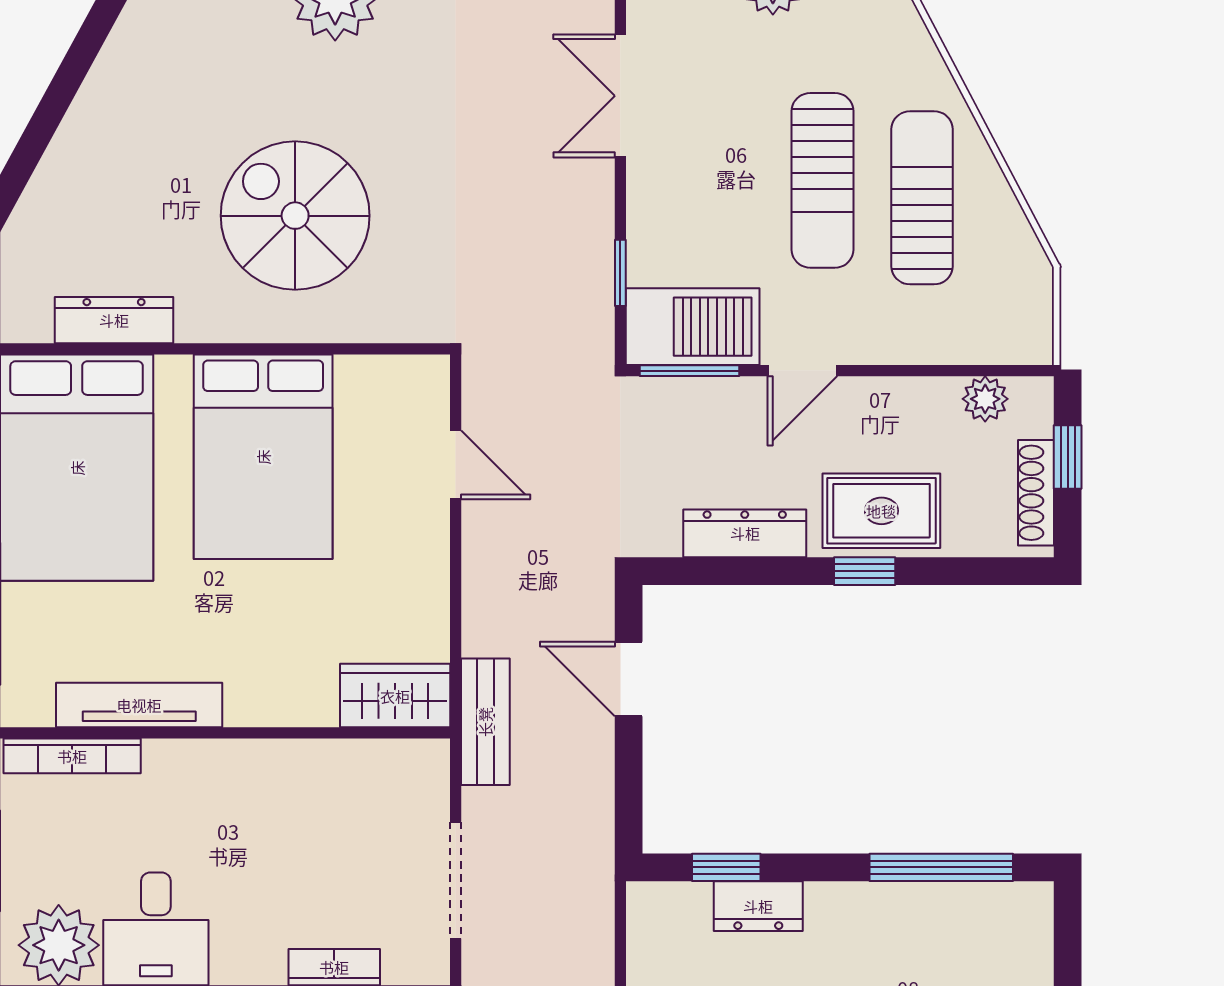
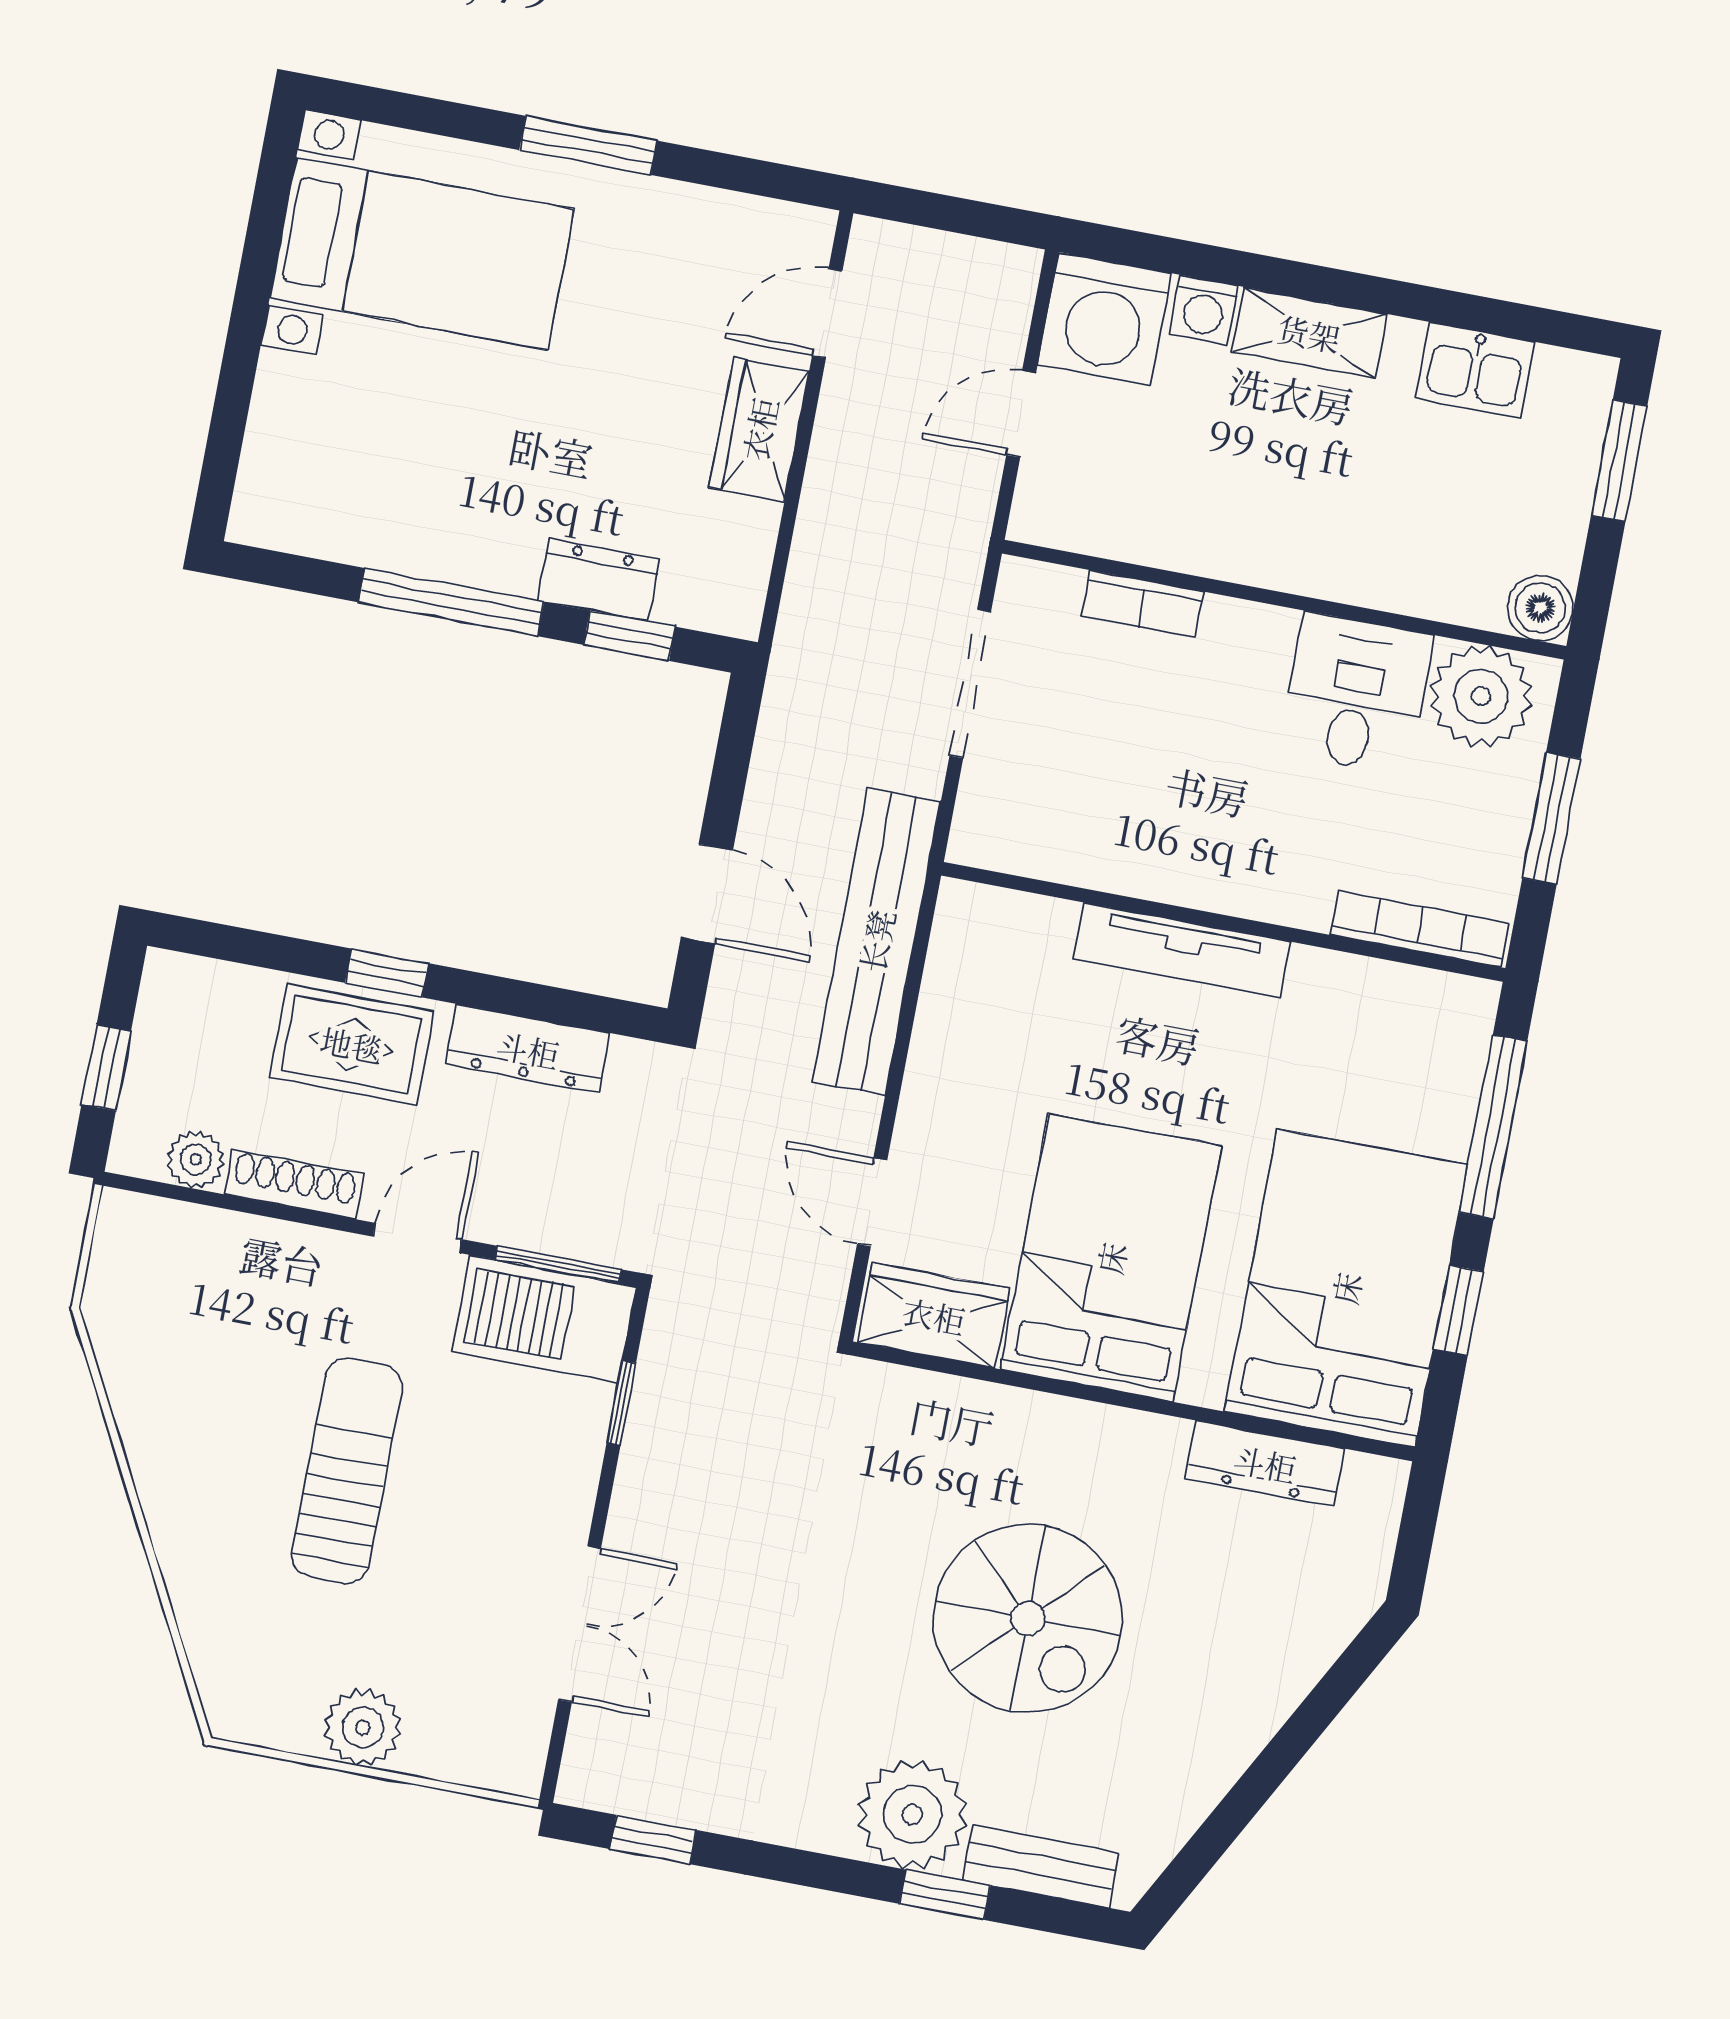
sun lounger: (922, 198) -> (227, 1426), removed
spiral stairs: (295, 216) -> (1028, 1618), moved
shoe rack: (1036, 493) -> (294, 1184), moved, turned -90
wardrobe: (395, 696) -> (934, 1315), moved, turned 180
tv unit: (139, 705) -> (1182, 950), moved
bench: (485, 722) -> (876, 941), width x1.86, depth x1.21
window: (941, 867) -> (451, 602), moved

